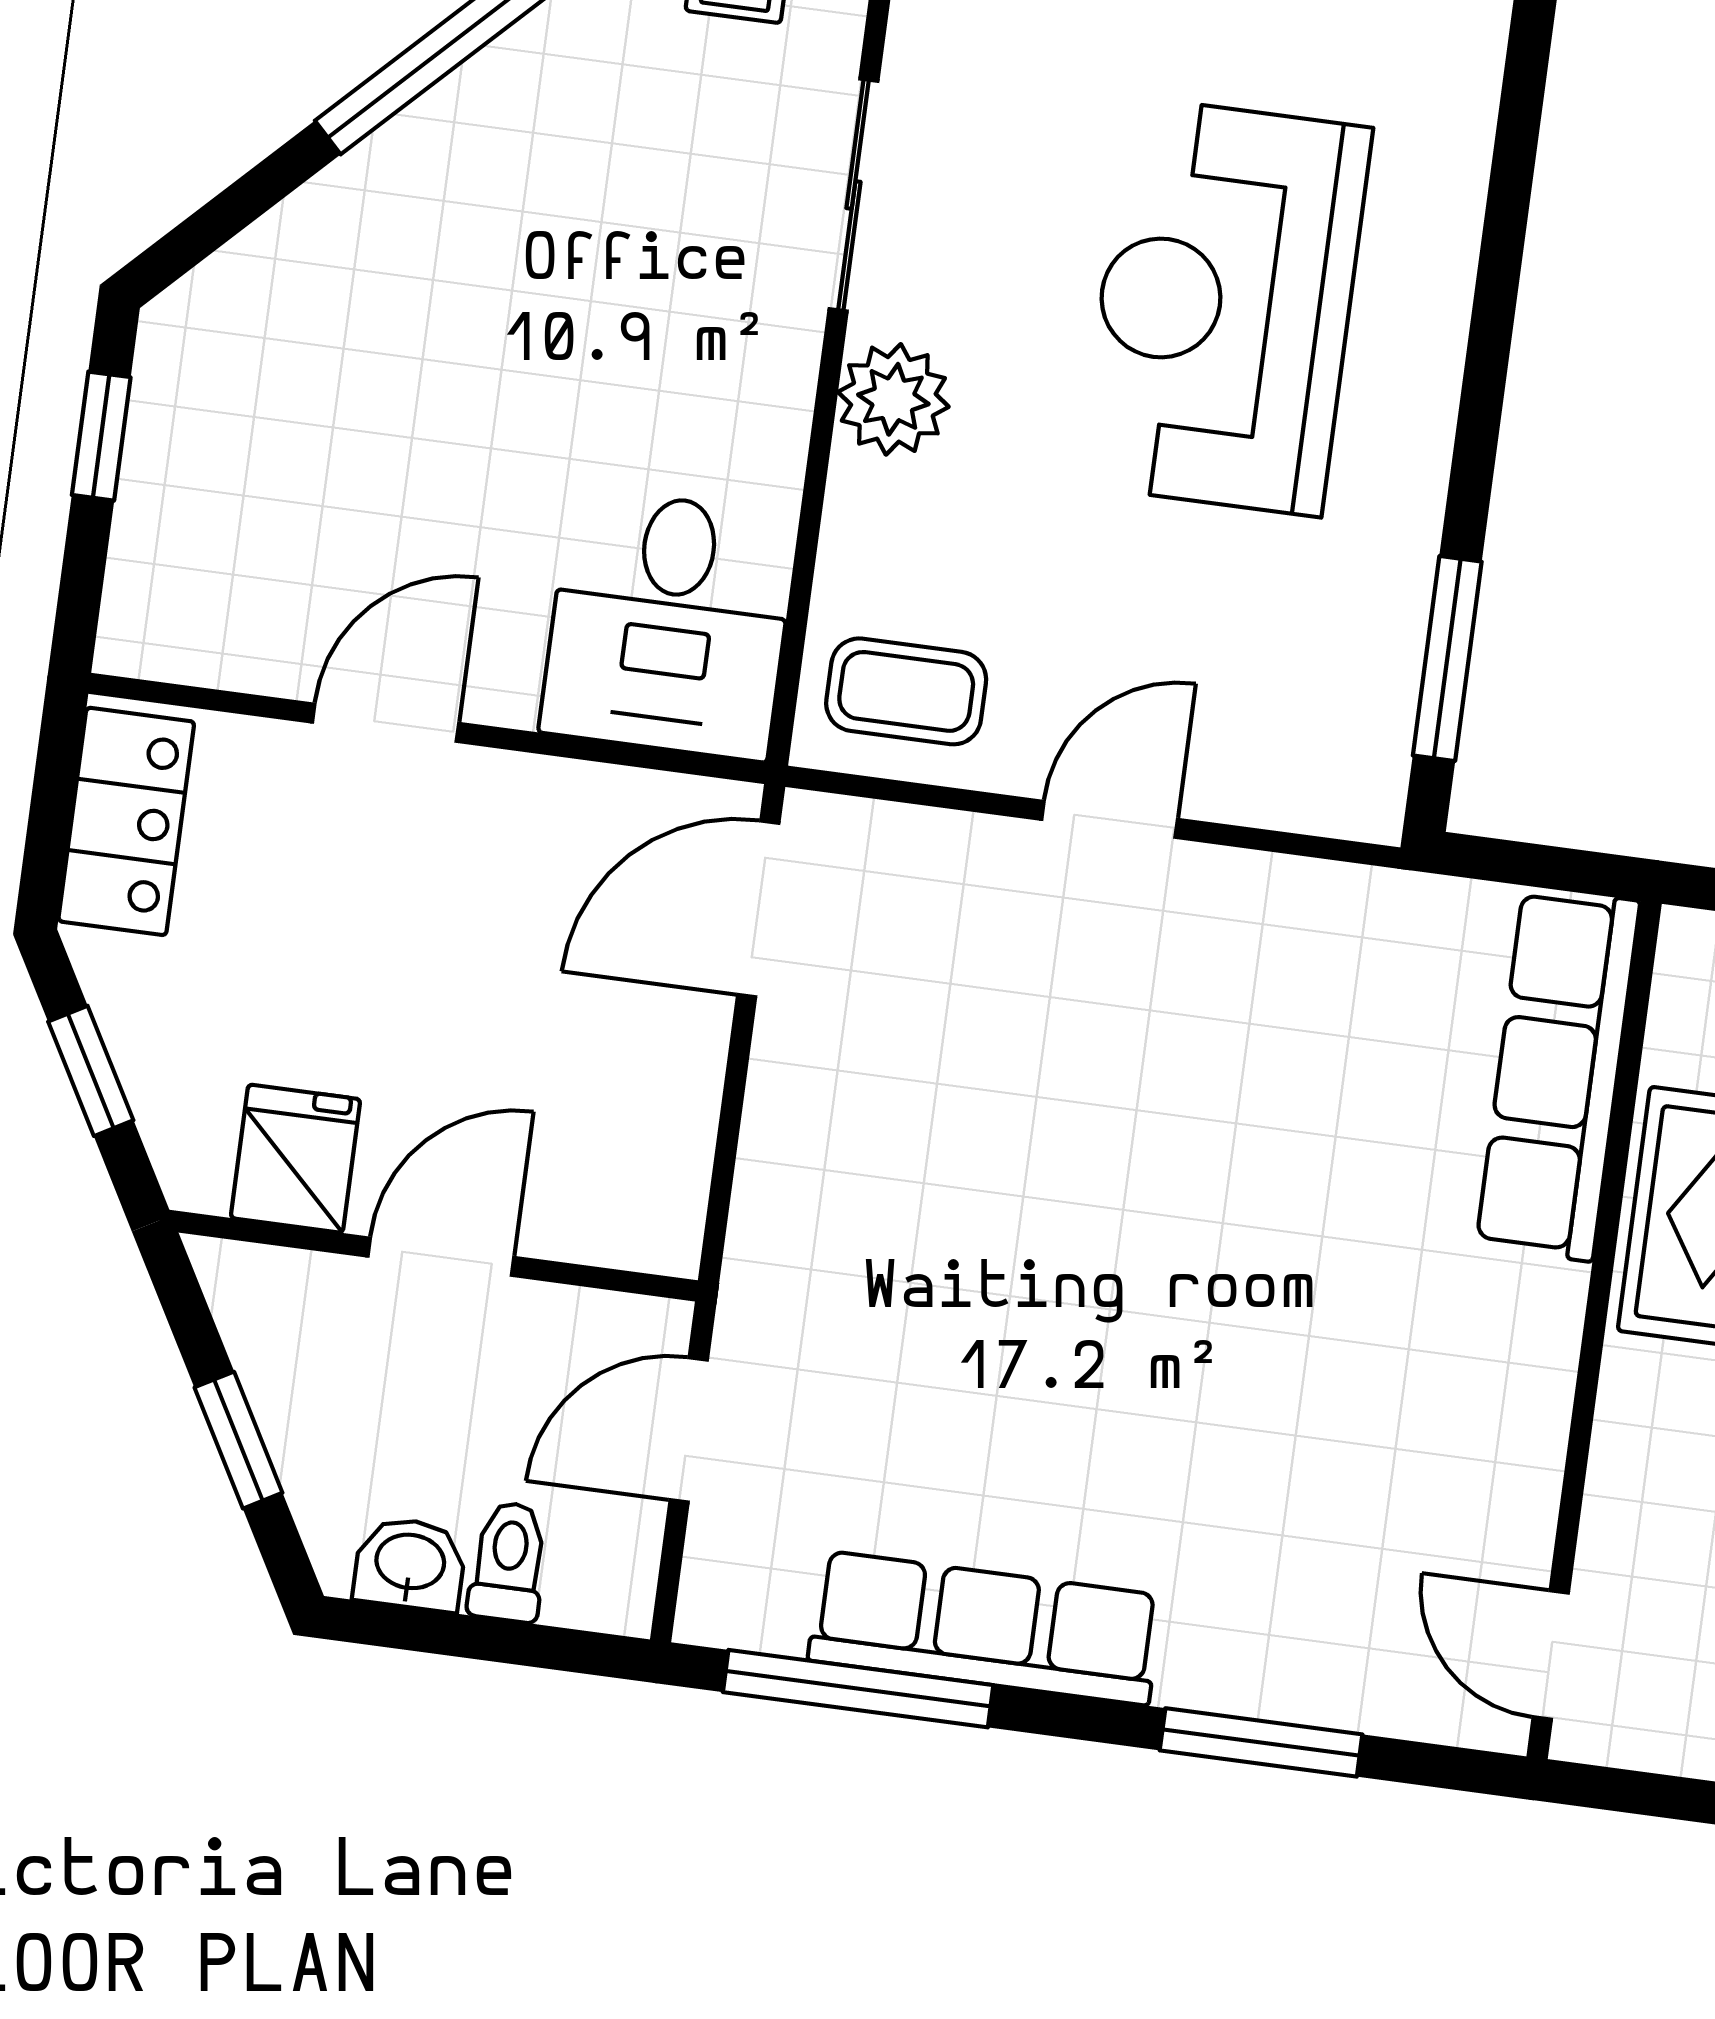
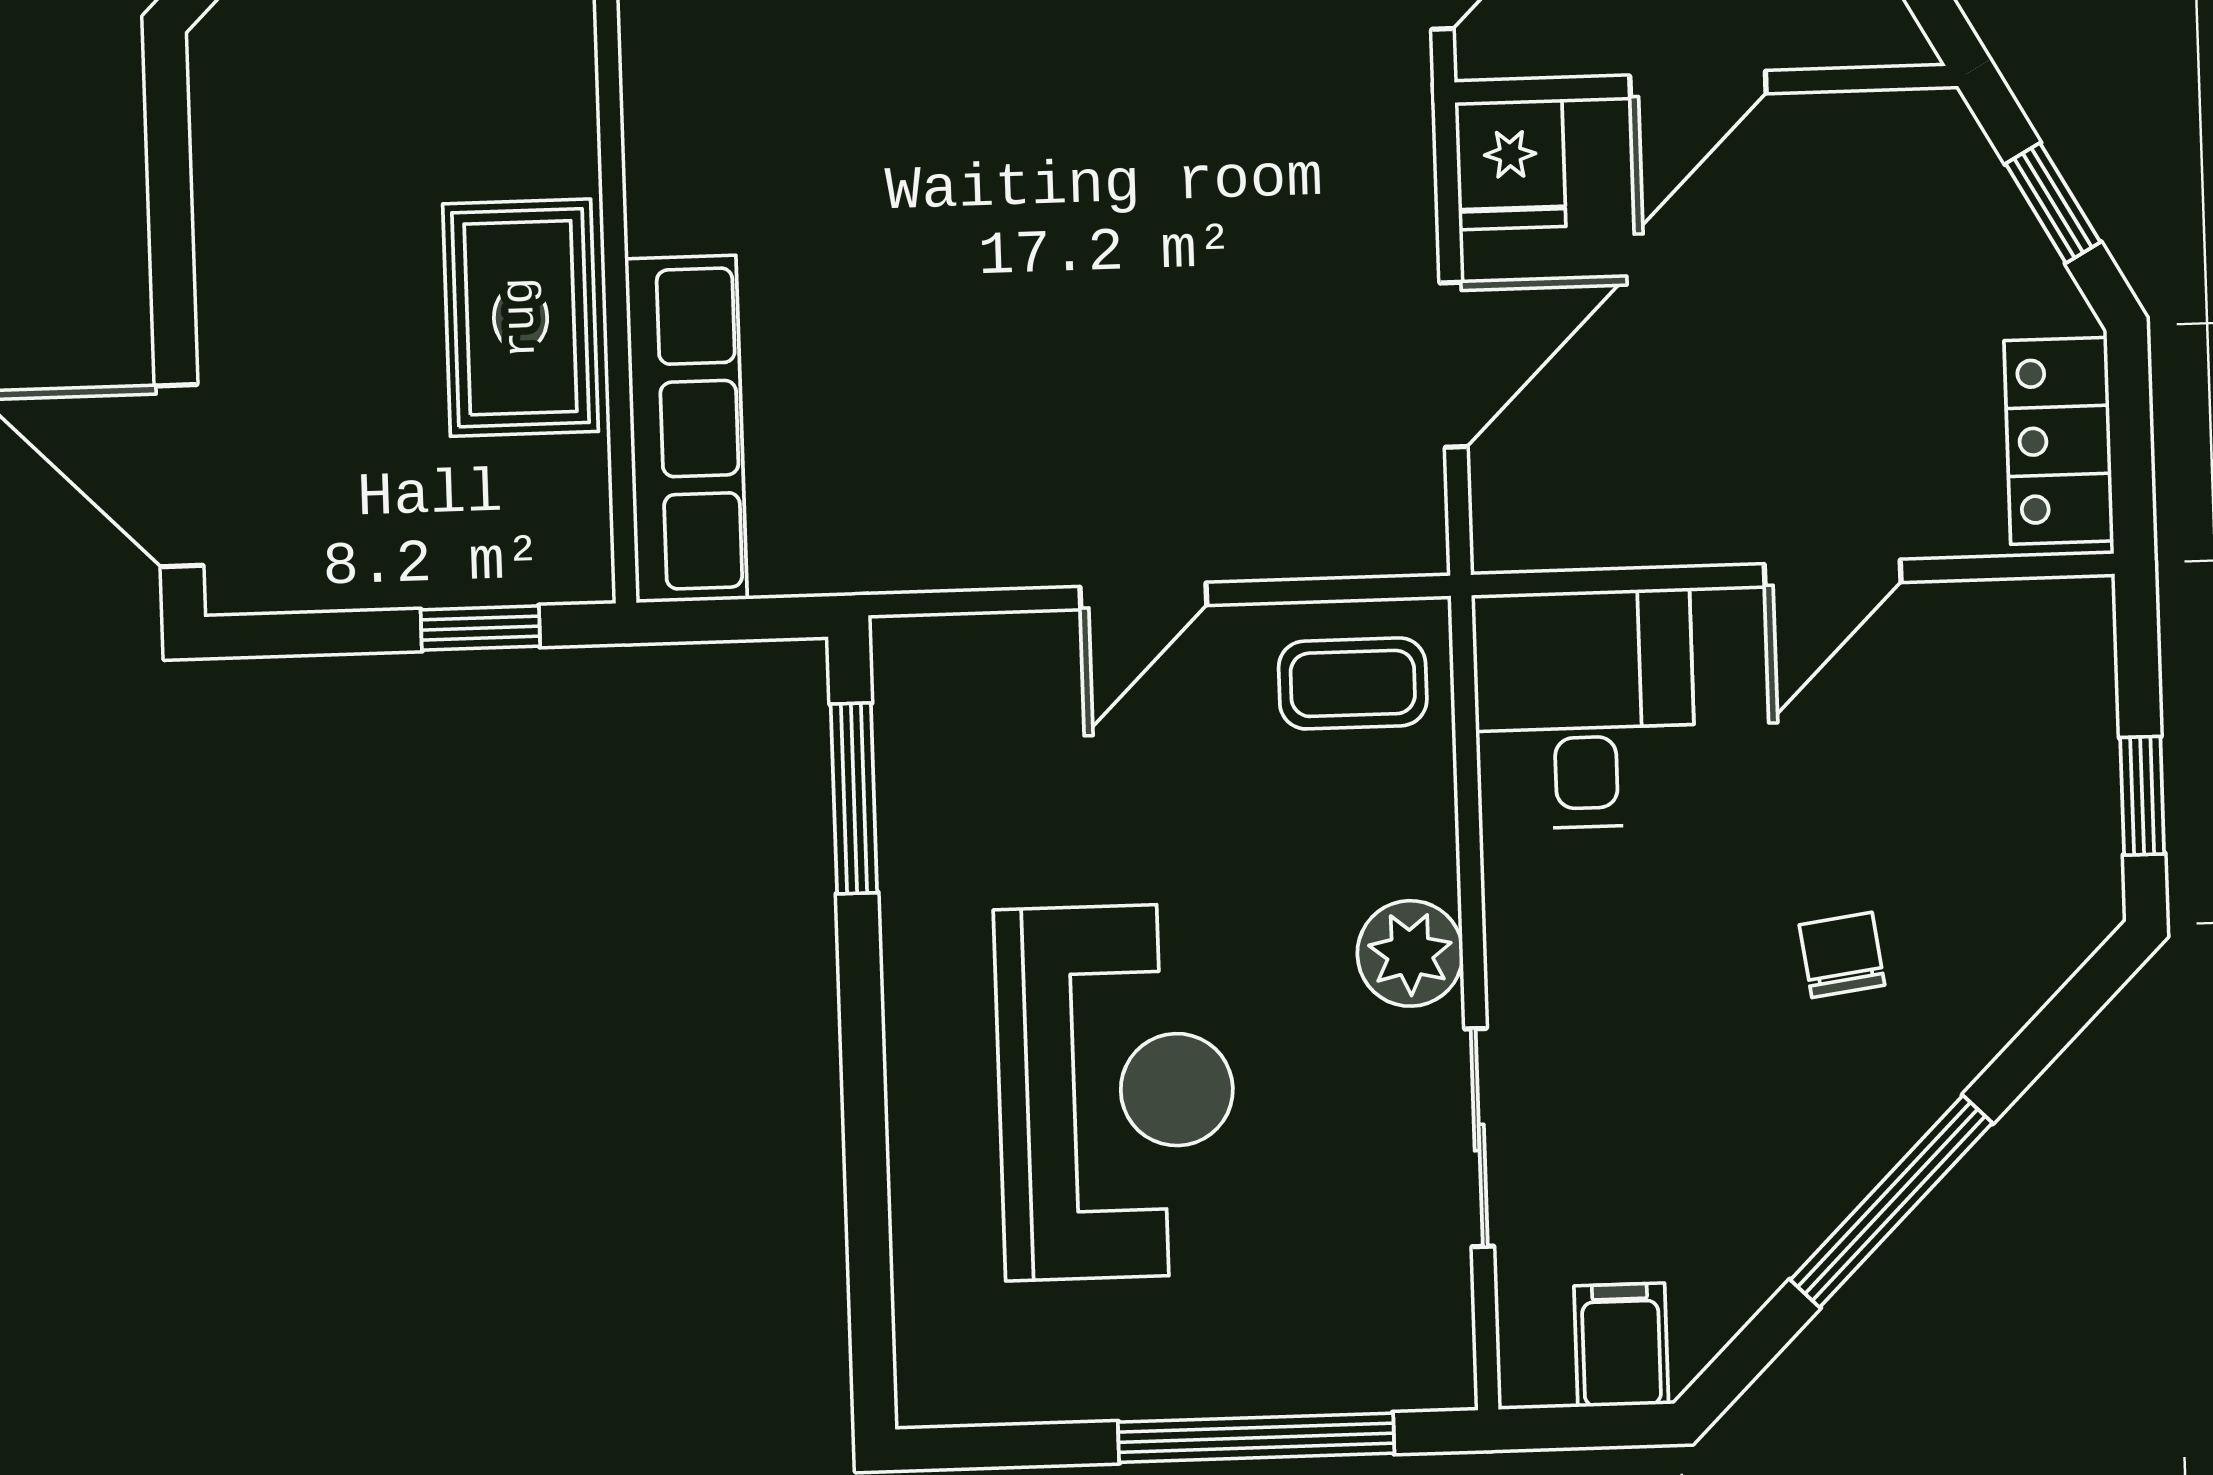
chair: (443, 322) -> (1842, 955), added
door: (758, 909) -> (1454, 365), moved
fridge: (295, 1159) -> (1510, 164), moved

